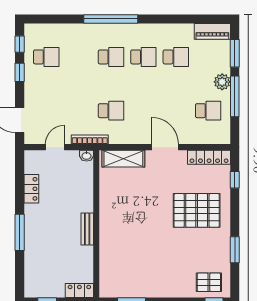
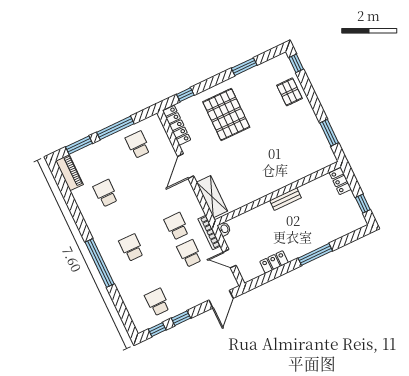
school desk: (143, 57) -> (190, 253), moved
plant: (222, 82) -> (108, 144), removed
pallet: (209, 282) -> (290, 92), moved

